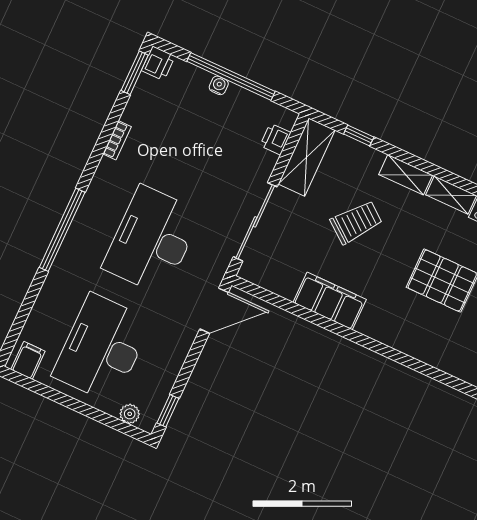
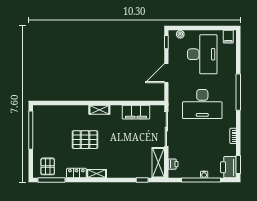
printer: (158, 63) -> (228, 167), width x1.87, depth x1.48
shelving: (406, 175) -> (99, 110), moved
trolley: (356, 222) -> (128, 147), removed
desk: (152, 240) -> (202, 104), turned 90
filing cabinet: (330, 301) -> (136, 112), moved
door: (214, 311) -> (166, 73), moved

